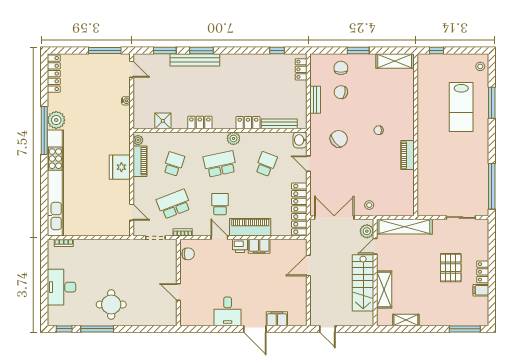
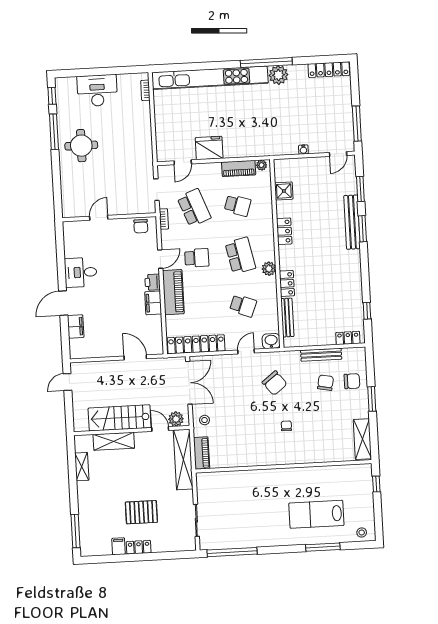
bench: (315, 100) -> (321, 355), width x1.36
piano: (408, 155) -> (202, 453), moved, turned 90
fridge: (120, 167) -> (209, 148), moved

